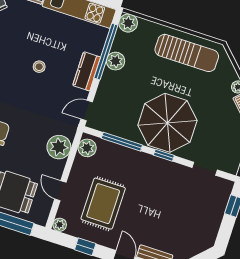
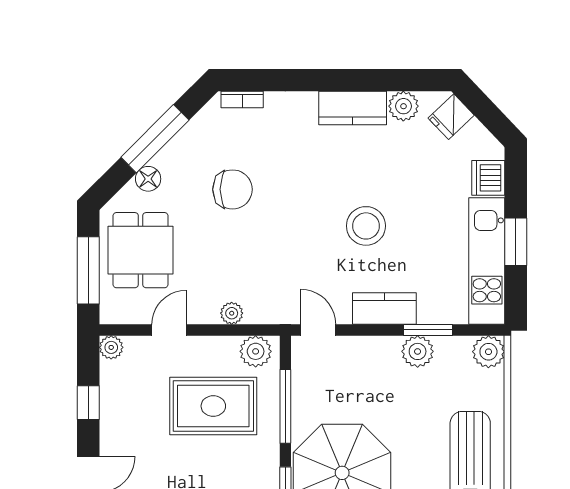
window: (106, 52) -> (428, 330), width x0.47
stool: (39, 67) -> (366, 226), width x1.89, depth x1.89
plant: (59, 147) -> (232, 313), width x0.53, depth x0.53
rug: (103, 204) -> (213, 406), moved

